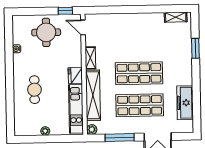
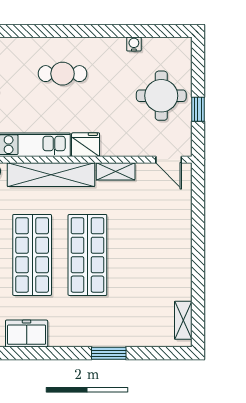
window: (65, 11) -> (198, 109), moved
door: (83, 27) -> (169, 160), swing flipped
window: (195, 48) -> (109, 353), moved
freezer: (185, 103) -> (27, 334), width x0.71

